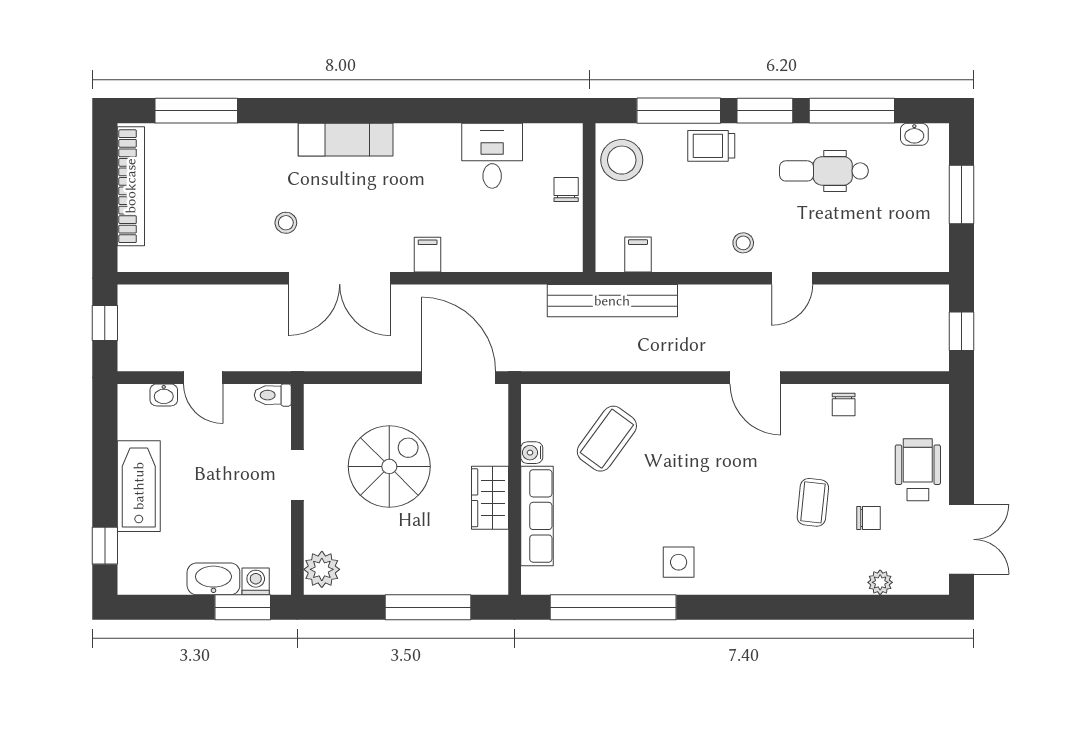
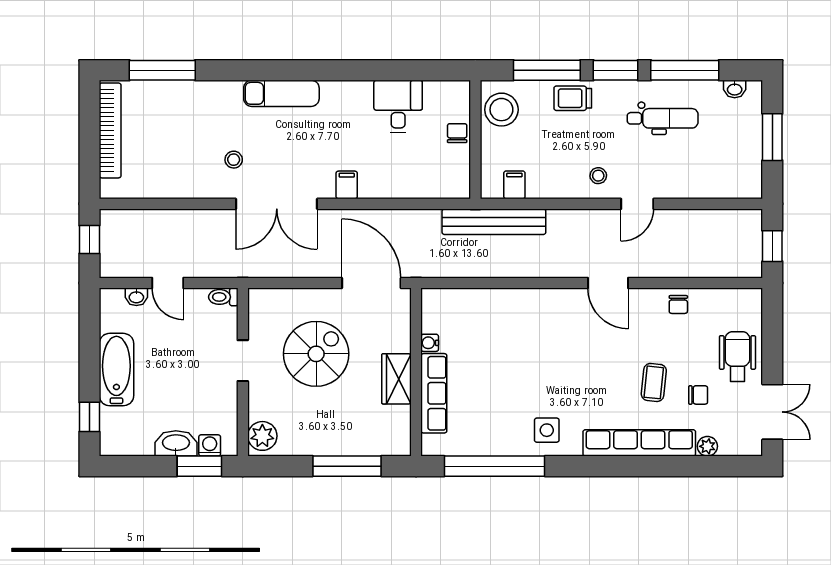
dental chair: (824, 171) -> (663, 118), turned 180
coffee table: (607, 439) -> (490, 332), removed
row of seats: (795, 578) -> (639, 443), added

